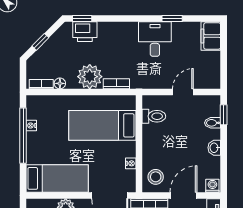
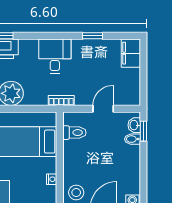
desk: (155, 39) -> (55, 56), moved
bookcase: (116, 84) -> (61, 100), moved
washbasin: (214, 148) -> (134, 125), moved

